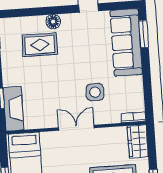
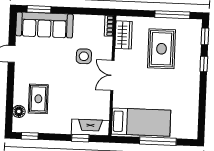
floor lamp: (53, 22) -> (19, 111), moved
wardrobe: (138, 141) -> (124, 35), moved, turned -90

